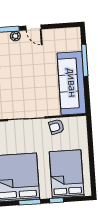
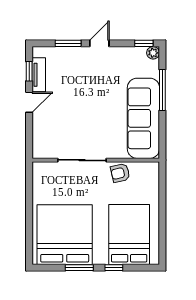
window: (68, 25) -> (144, 43), added
door: (33, 28) -> (99, 43), swing flipped
plant: (15, 36) -> (153, 53), moved

